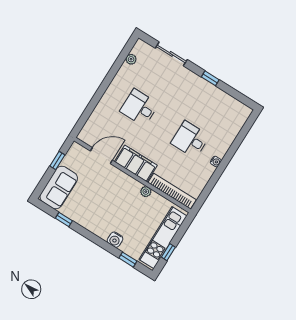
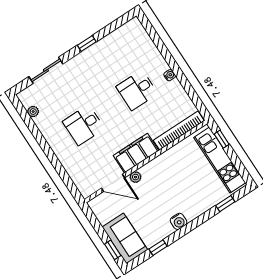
door: (101, 156) -> (113, 183), swing flipped
window: (57, 161) -> (113, 250), moved
plant: (146, 192) -> (135, 177), moved
water cooler: (115, 240) -> (179, 221), moved
window: (168, 252) -> (222, 139), moved

